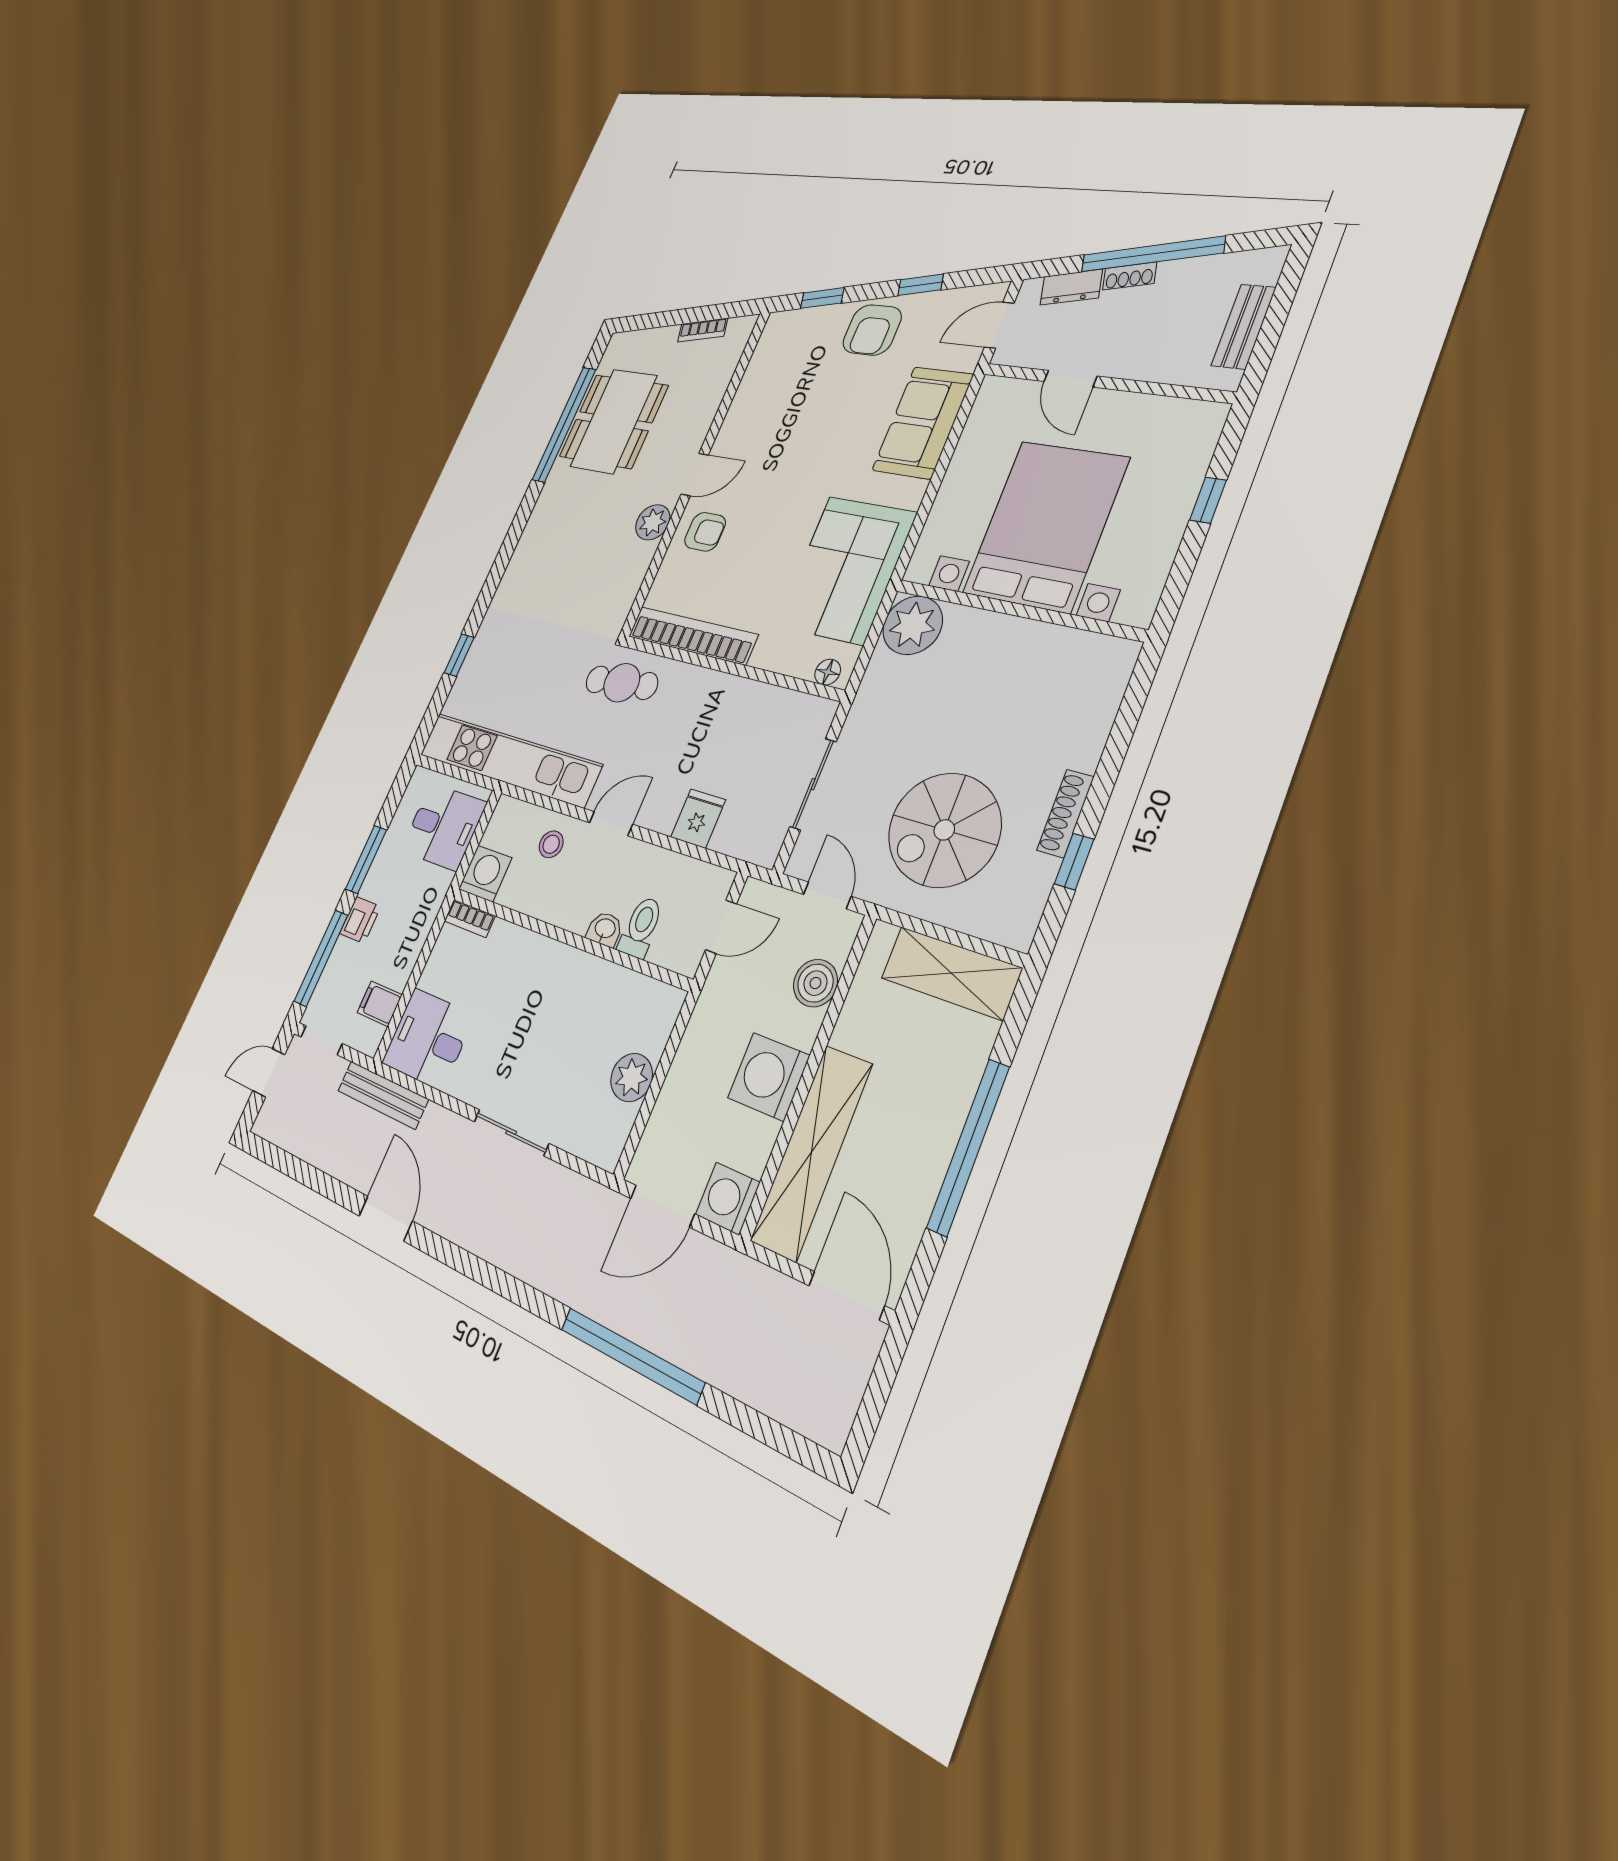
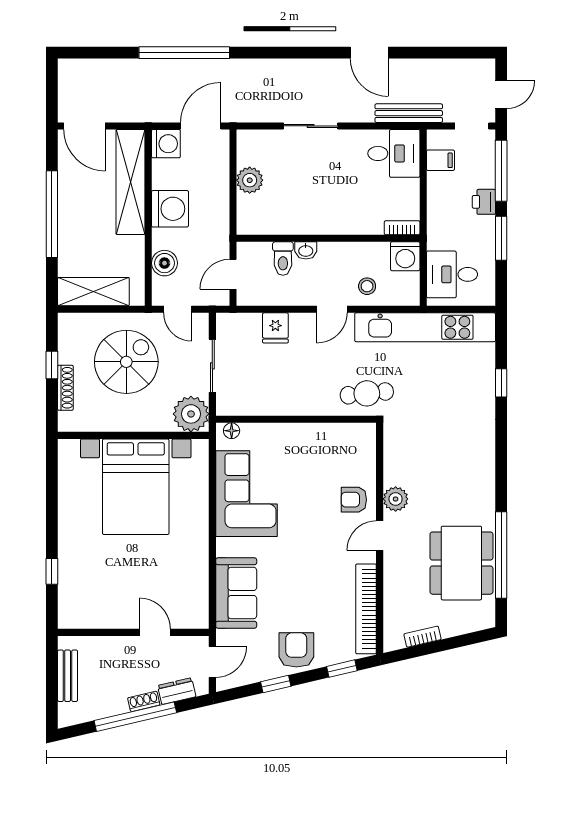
bed with nightstands: (1046, 526) -> (136, 487), moved
wall: (1017, 610) -> (133, 435), moved
plant: (913, 625) -> (191, 414), moved
bookcase: (692, 635) -> (366, 609), moved, turned 90

